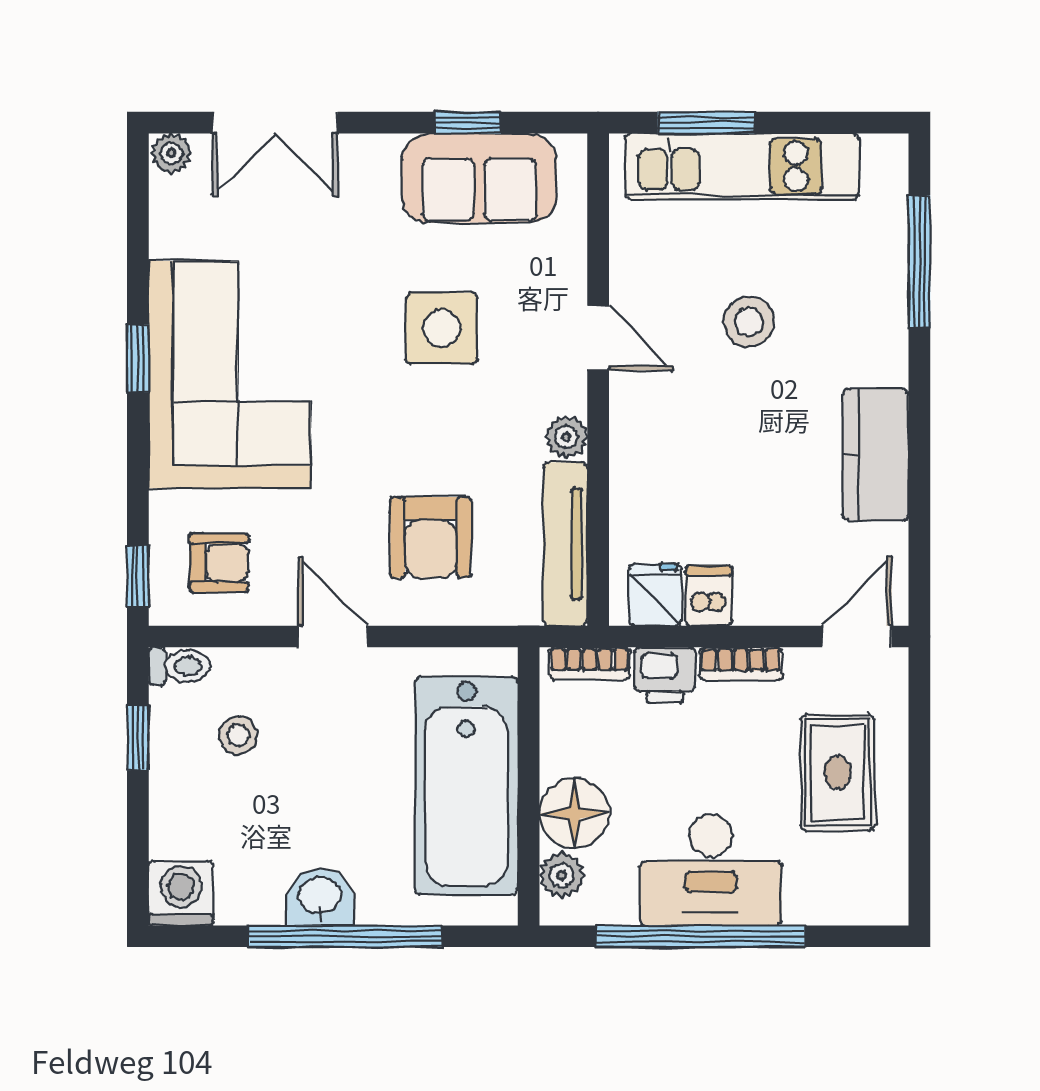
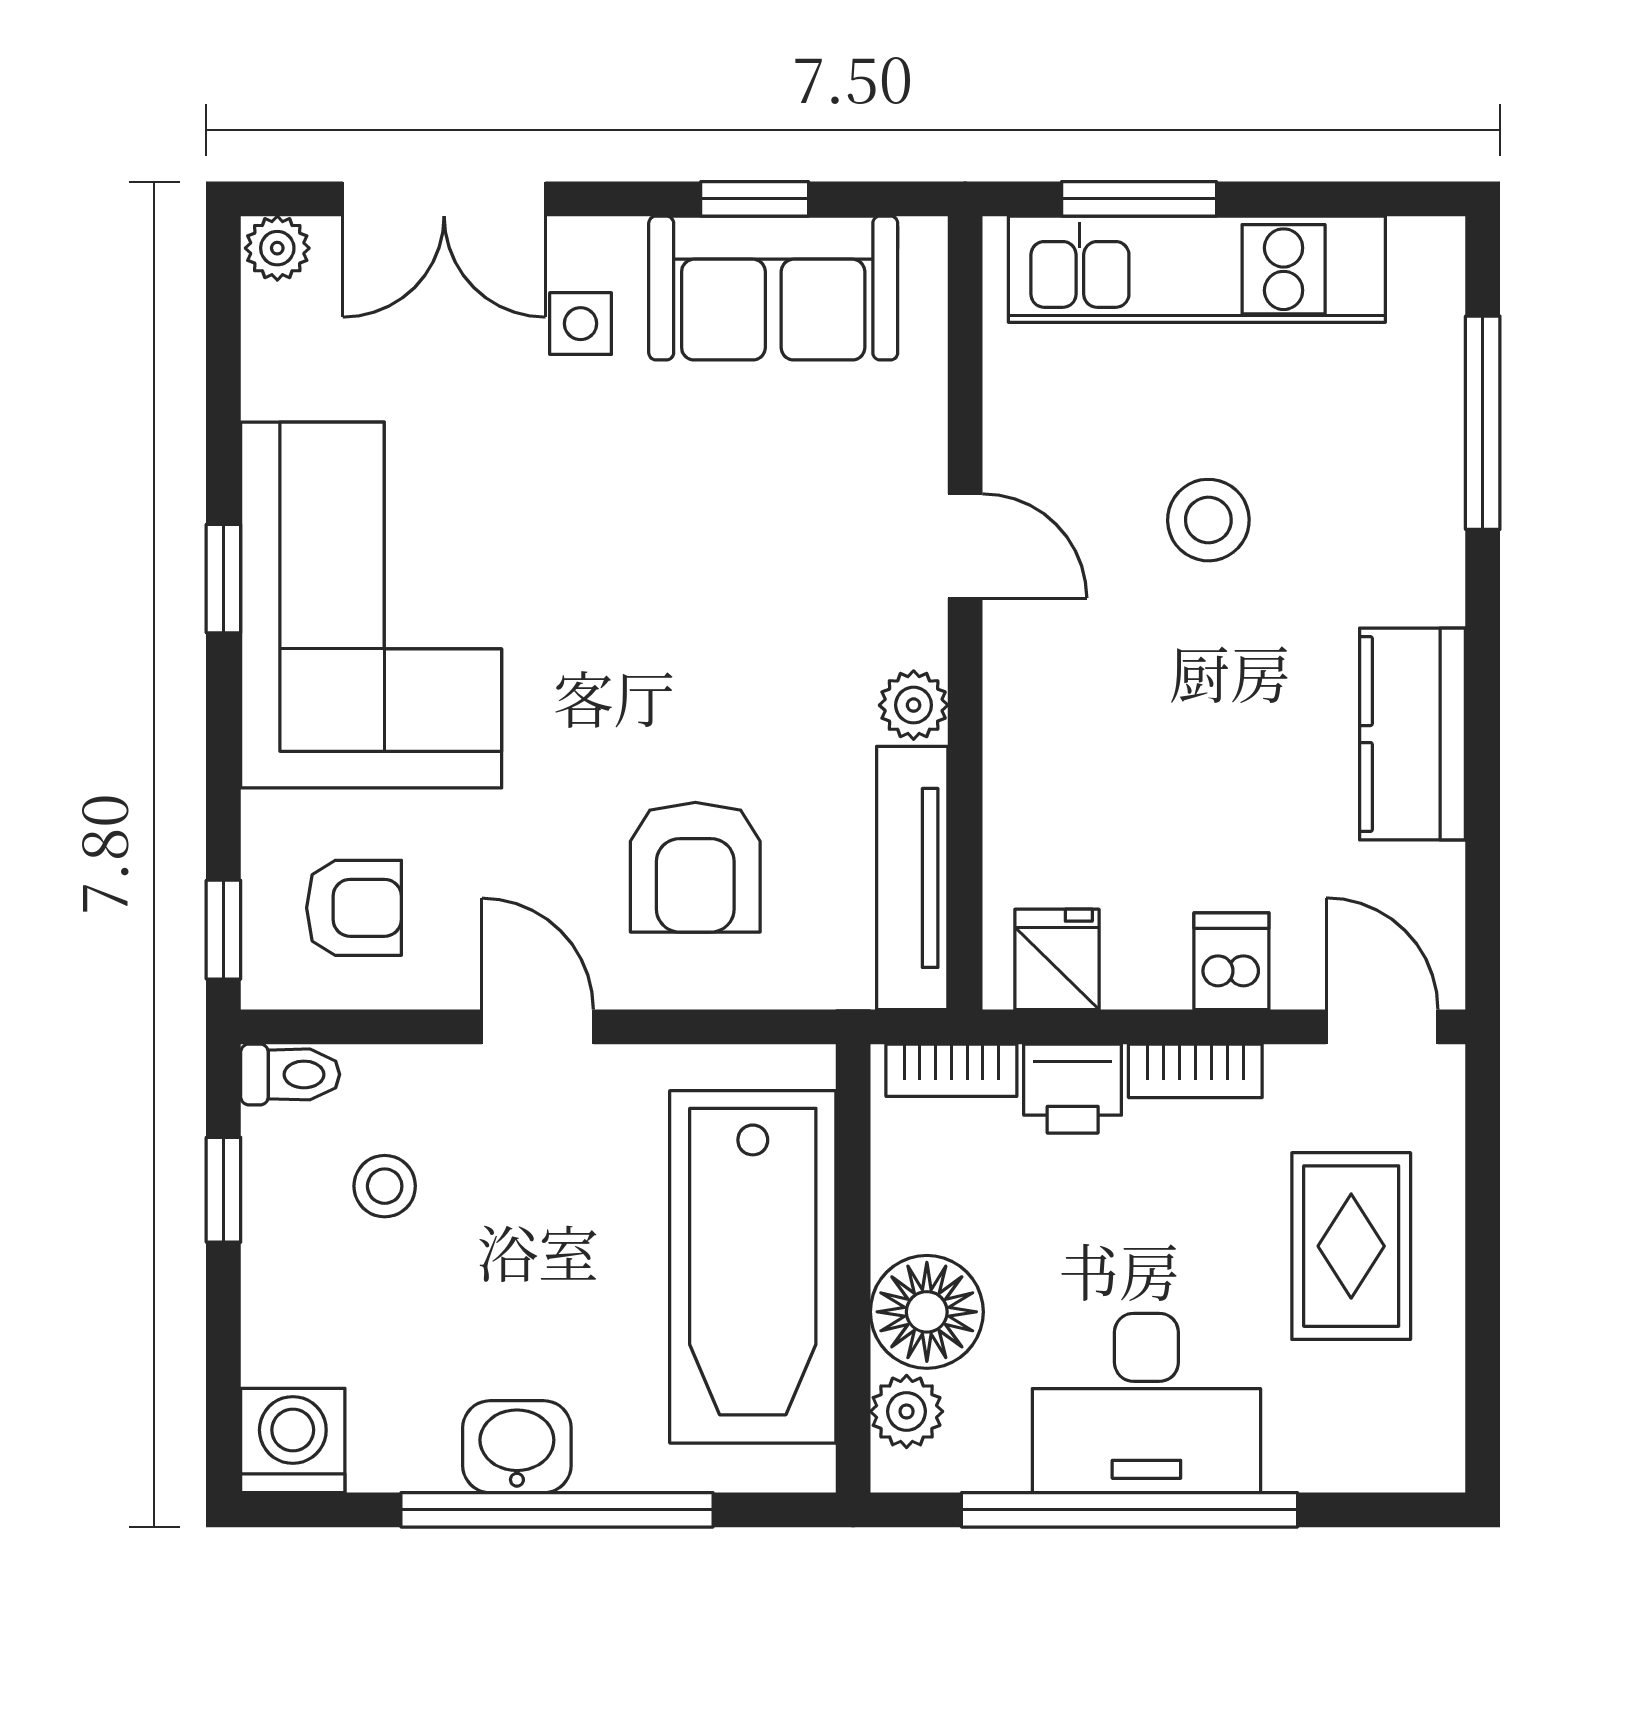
side table: (442, 328) -> (581, 324), moved, width x0.54, depth x0.54
dishwasher: (709, 596) -> (1231, 961), moved
door: (857, 637) -> (1382, 1027), hinge flipped

